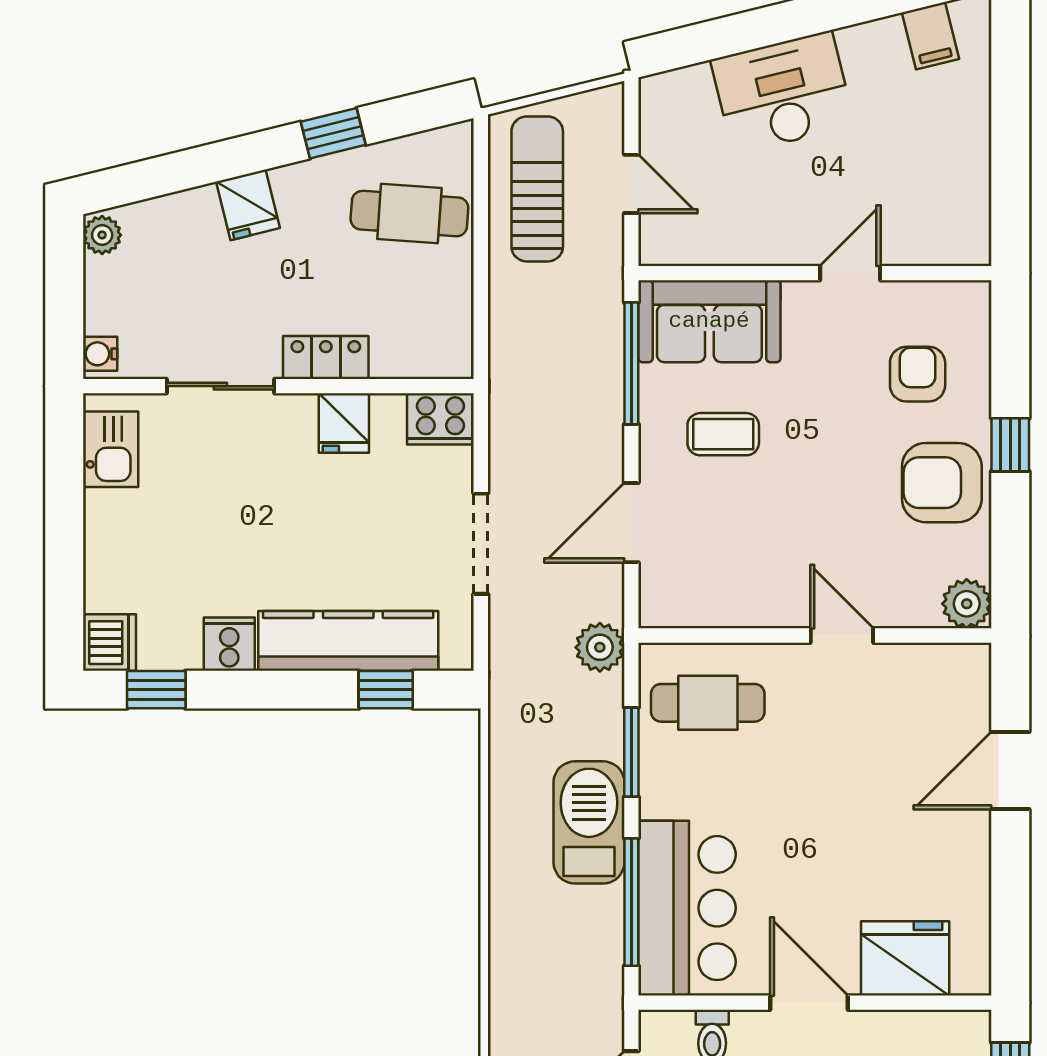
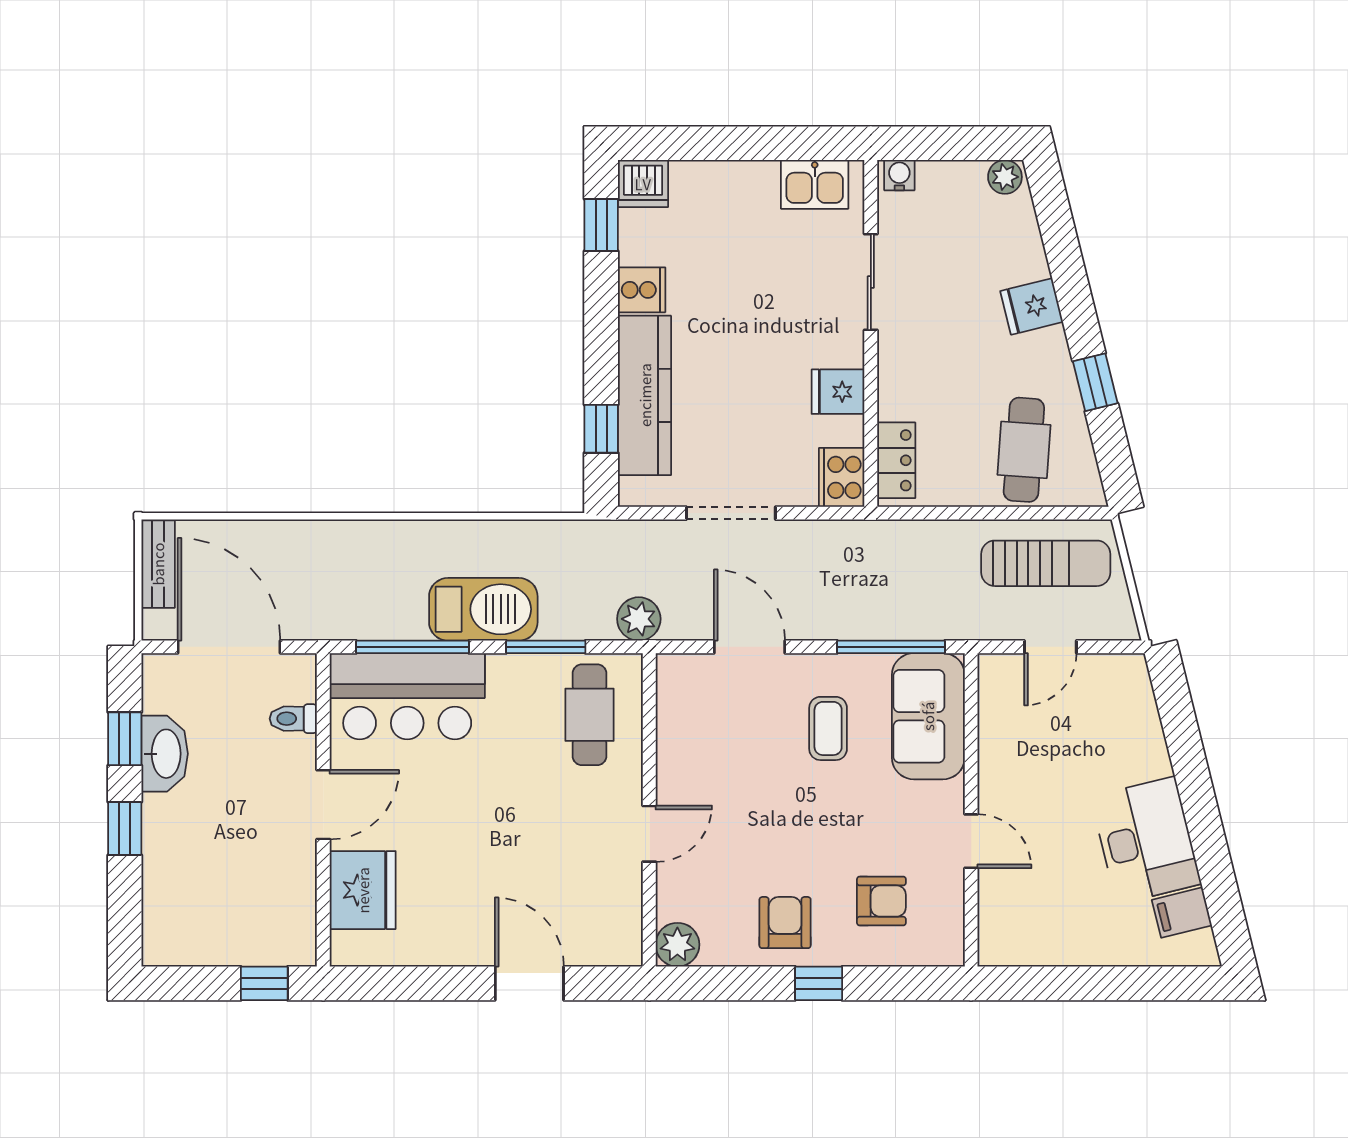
desk: (783, 93) -> (1146, 840), moved
locker: (326, 357) -> (896, 460), moved
armchair: (942, 483) -> (785, 923), width x0.72, depth x0.72

